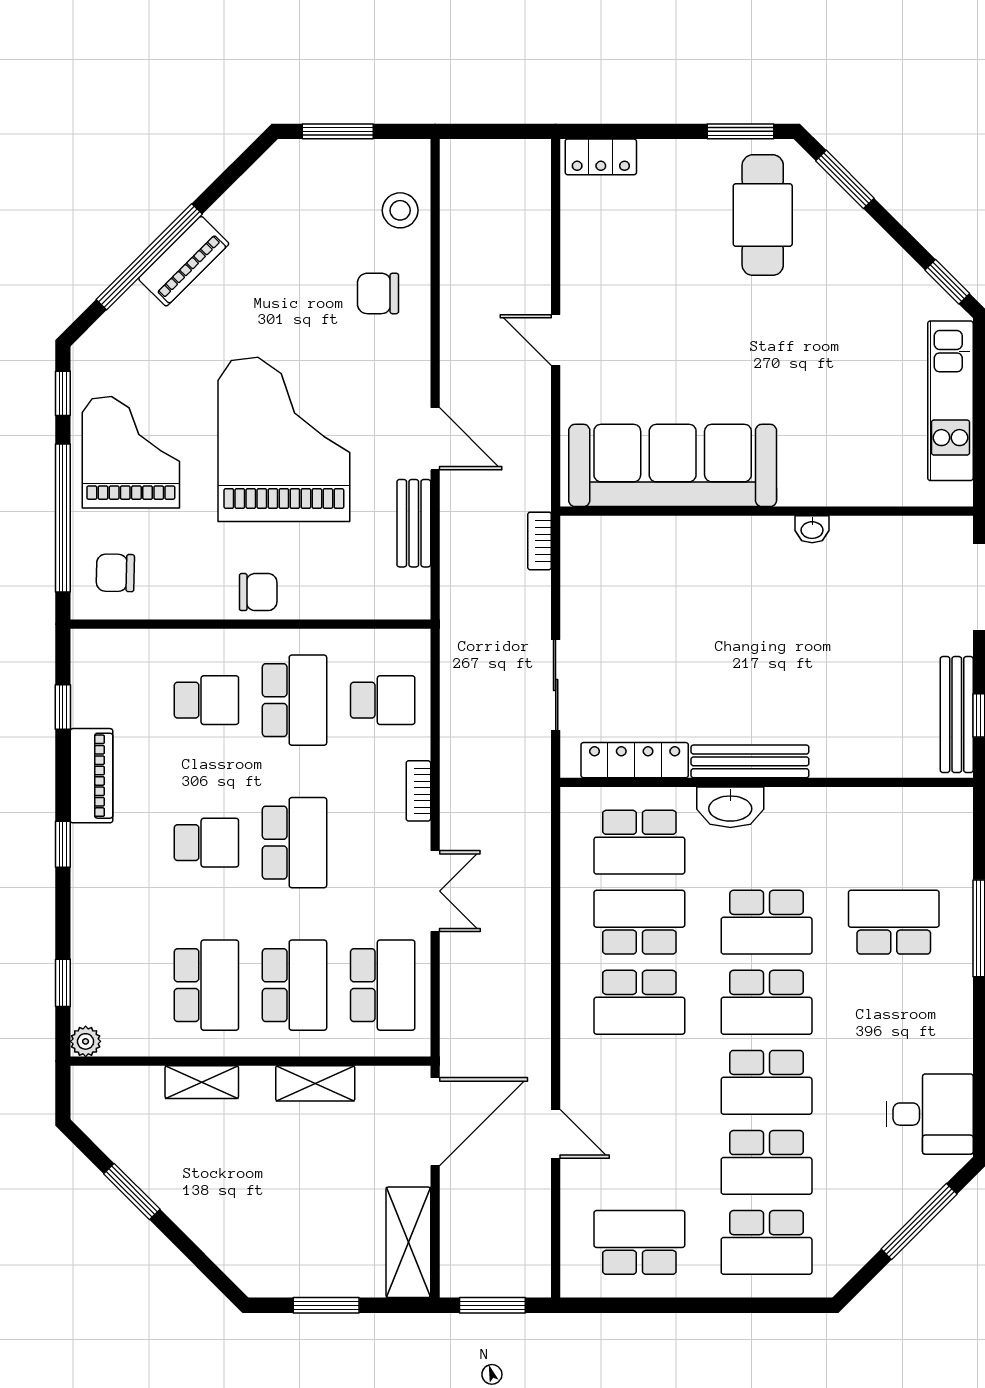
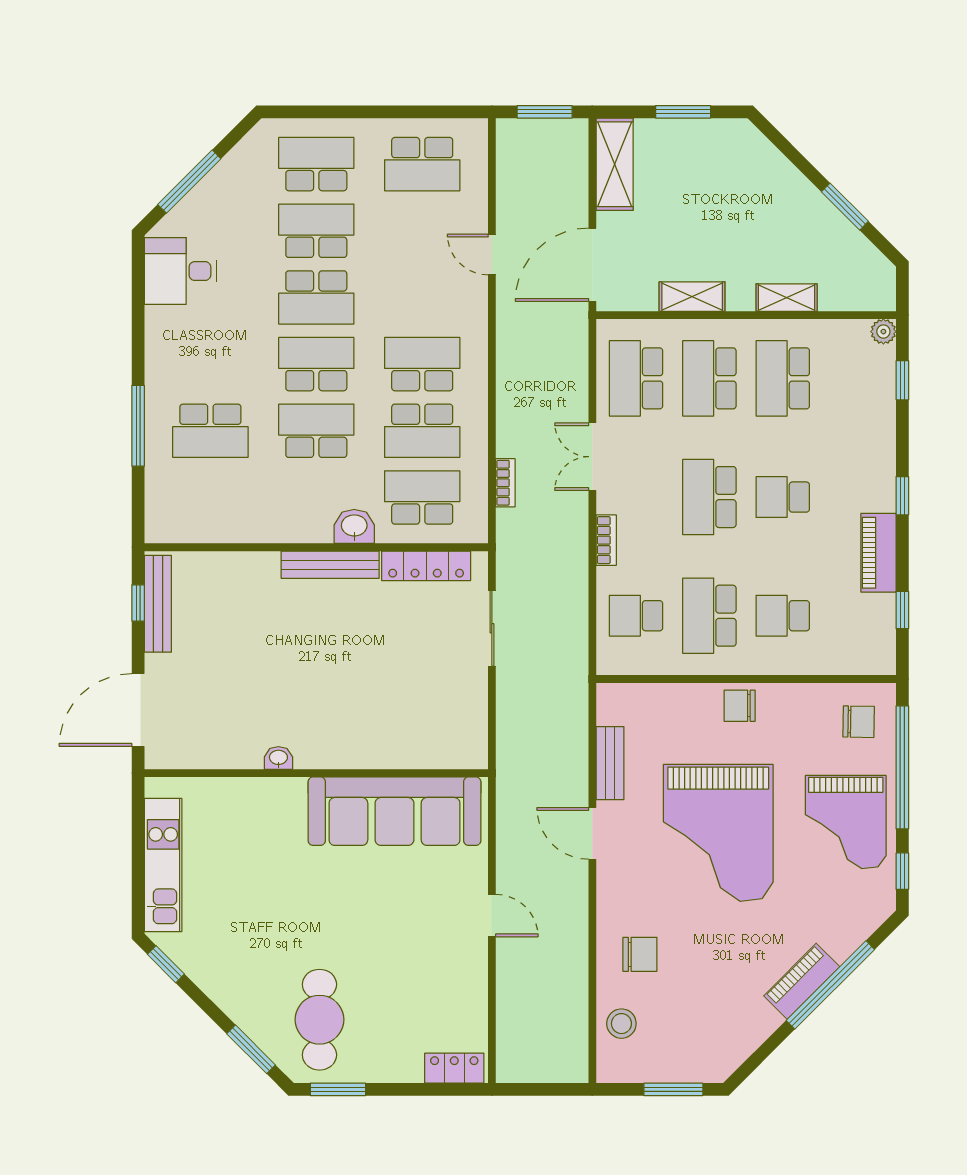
bookcase: (539, 541) -> (505, 483), moved
washbasin: (730, 807) -> (354, 526), width x0.72
school desk: (767, 1082) -> (316, 297), turned 180

